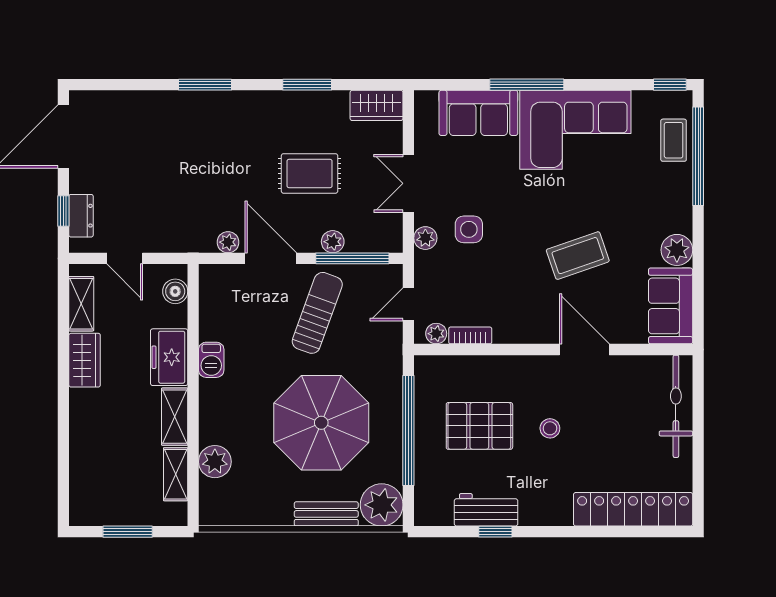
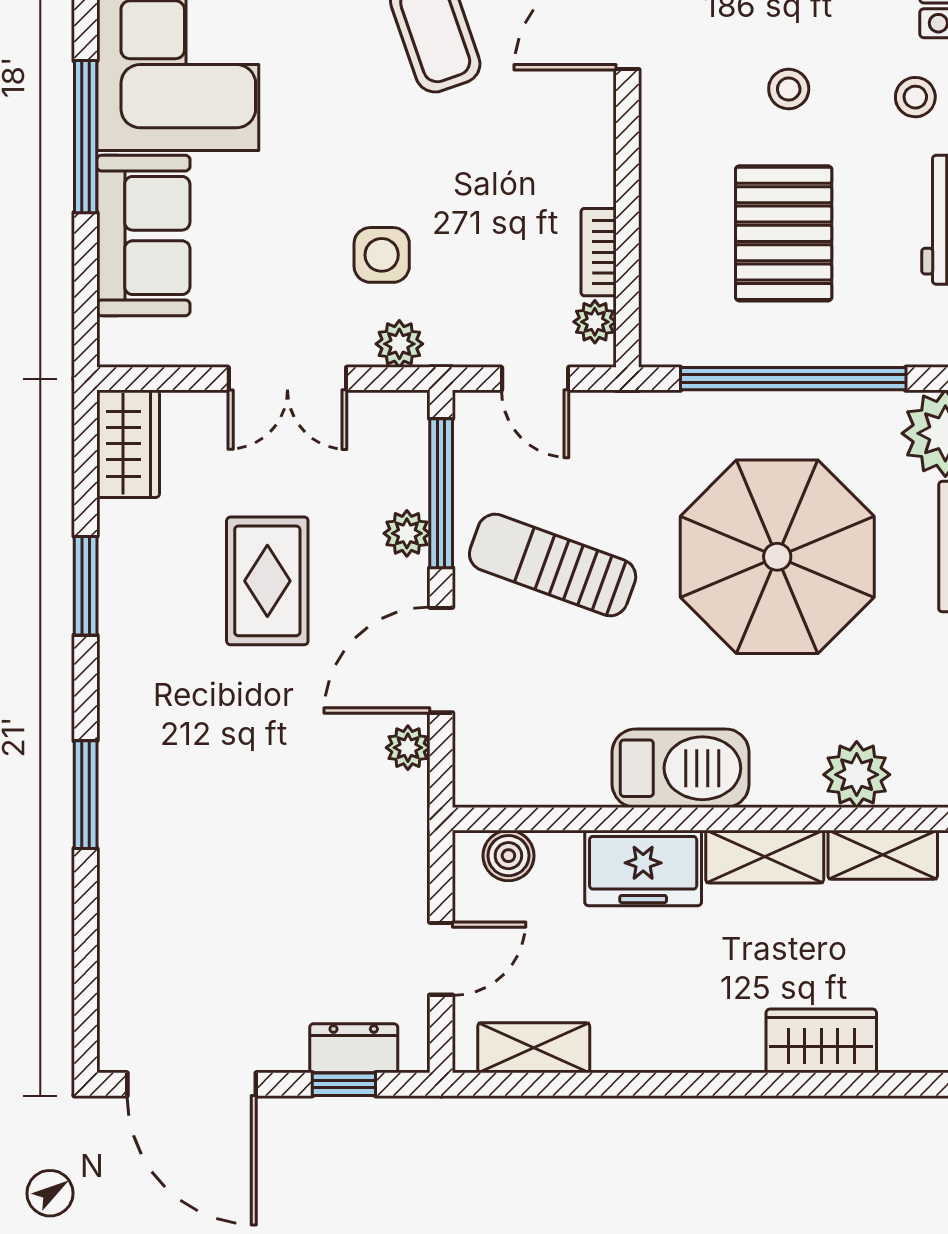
wardrobe: (85, 360) -> (821, 1041), moved
barbecue: (211, 360) -> (681, 768), width x1.88, depth x1.53
stool: (546, 490) -> (915, 97), added

